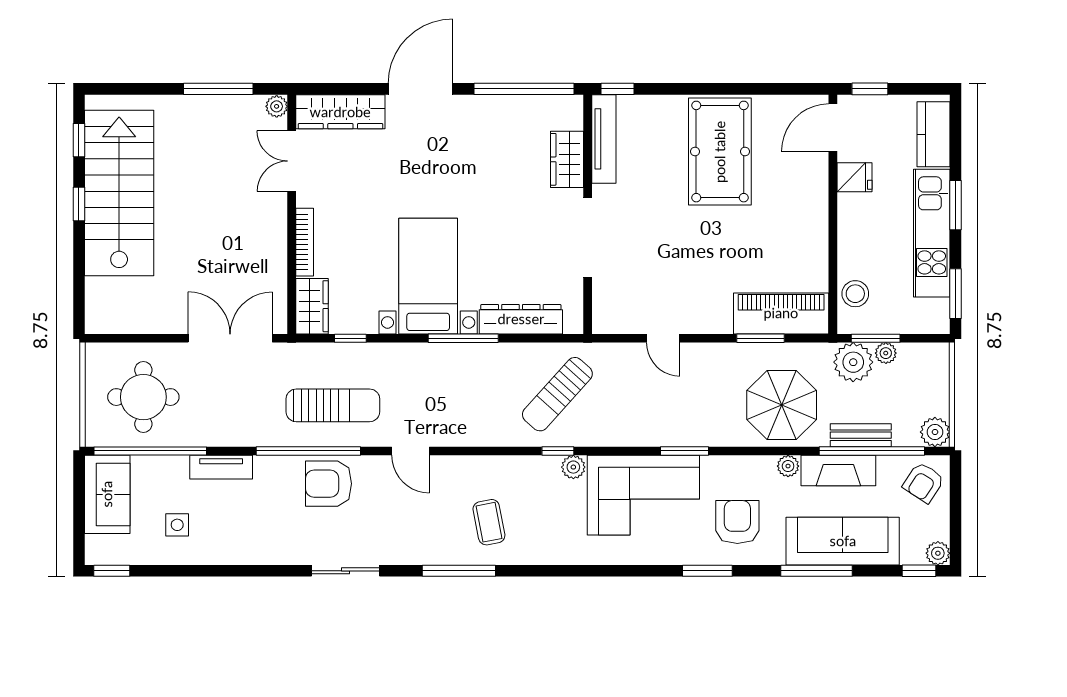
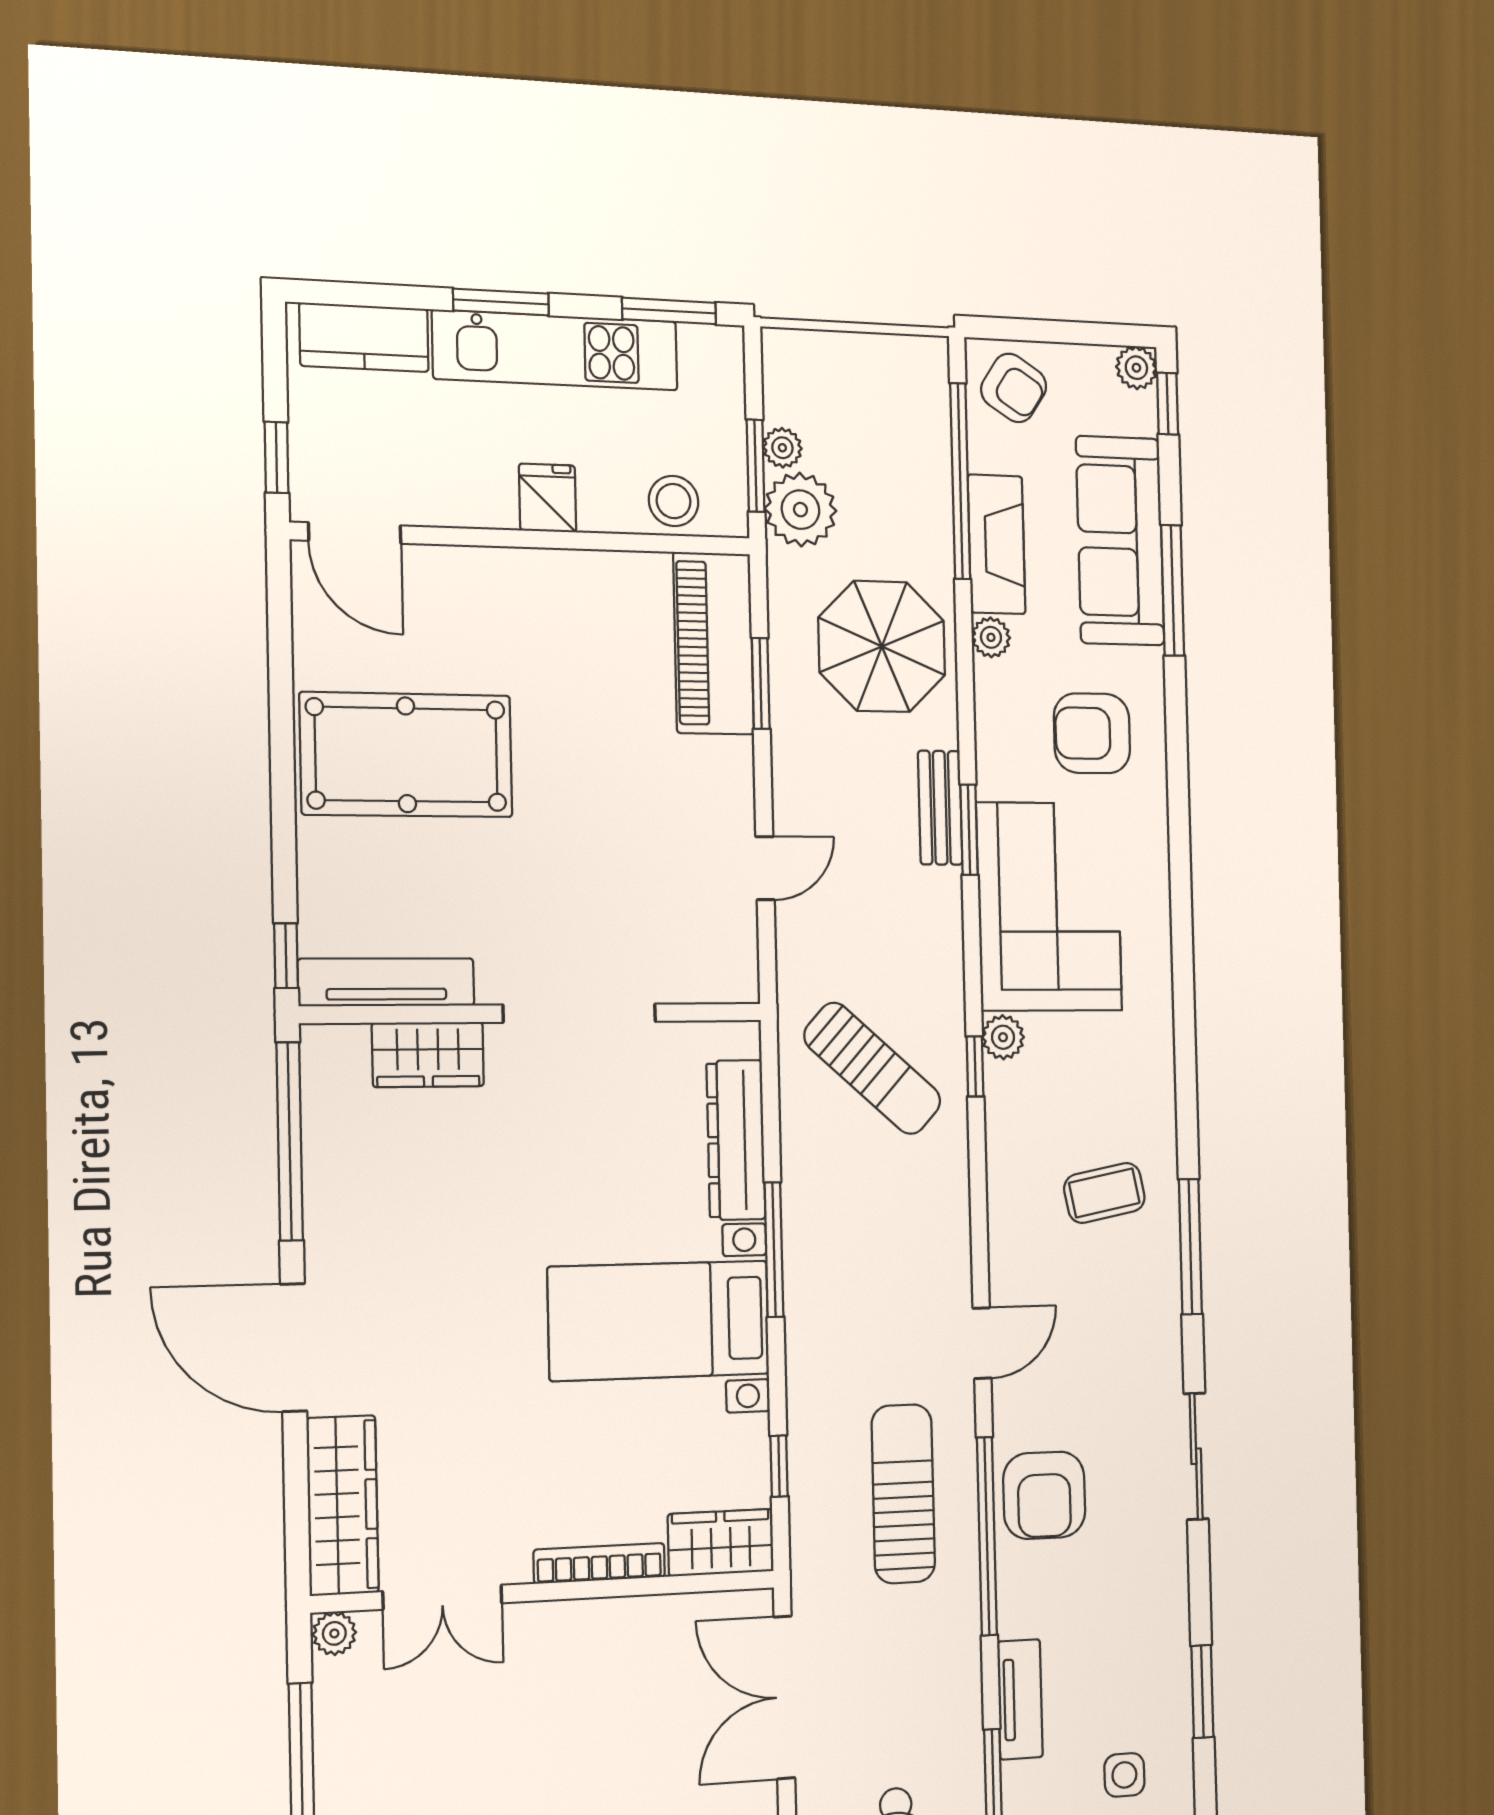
fridge: (854, 177) -> (548, 498), moved
plant: (935, 432) -> (923, 362), removed
bench: (861, 435) -> (940, 808), moved
window: (707, 571) -> (1202, 1691), moved

